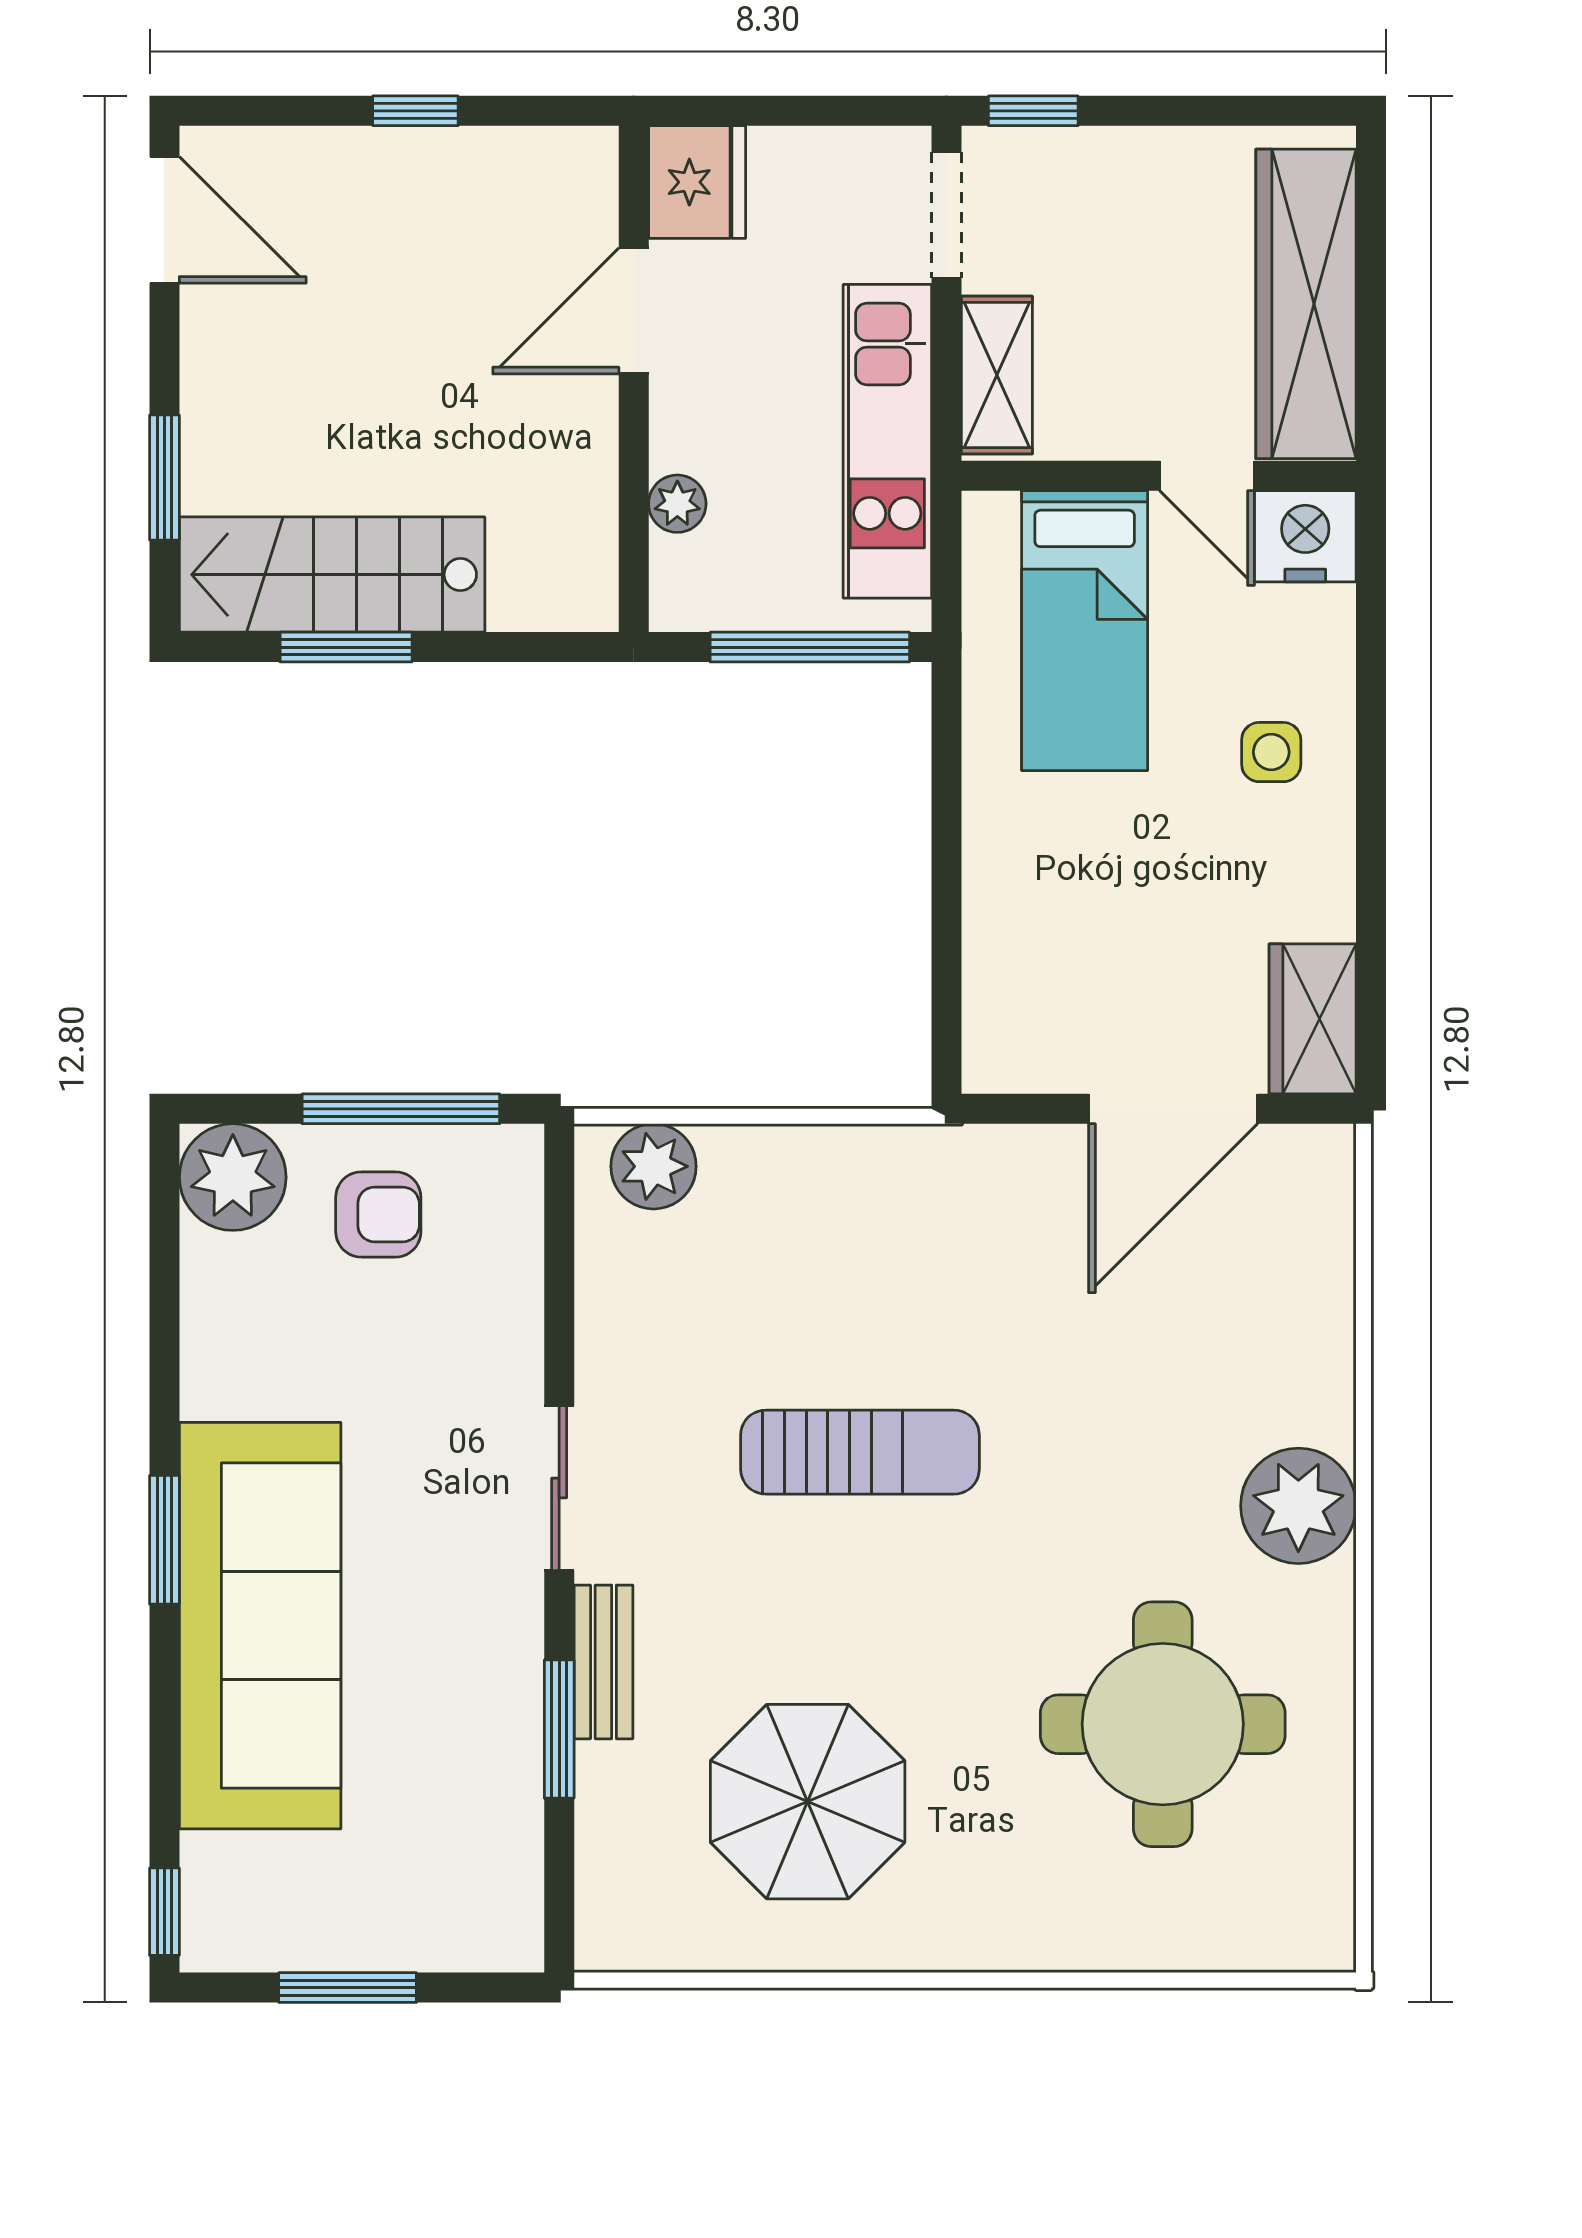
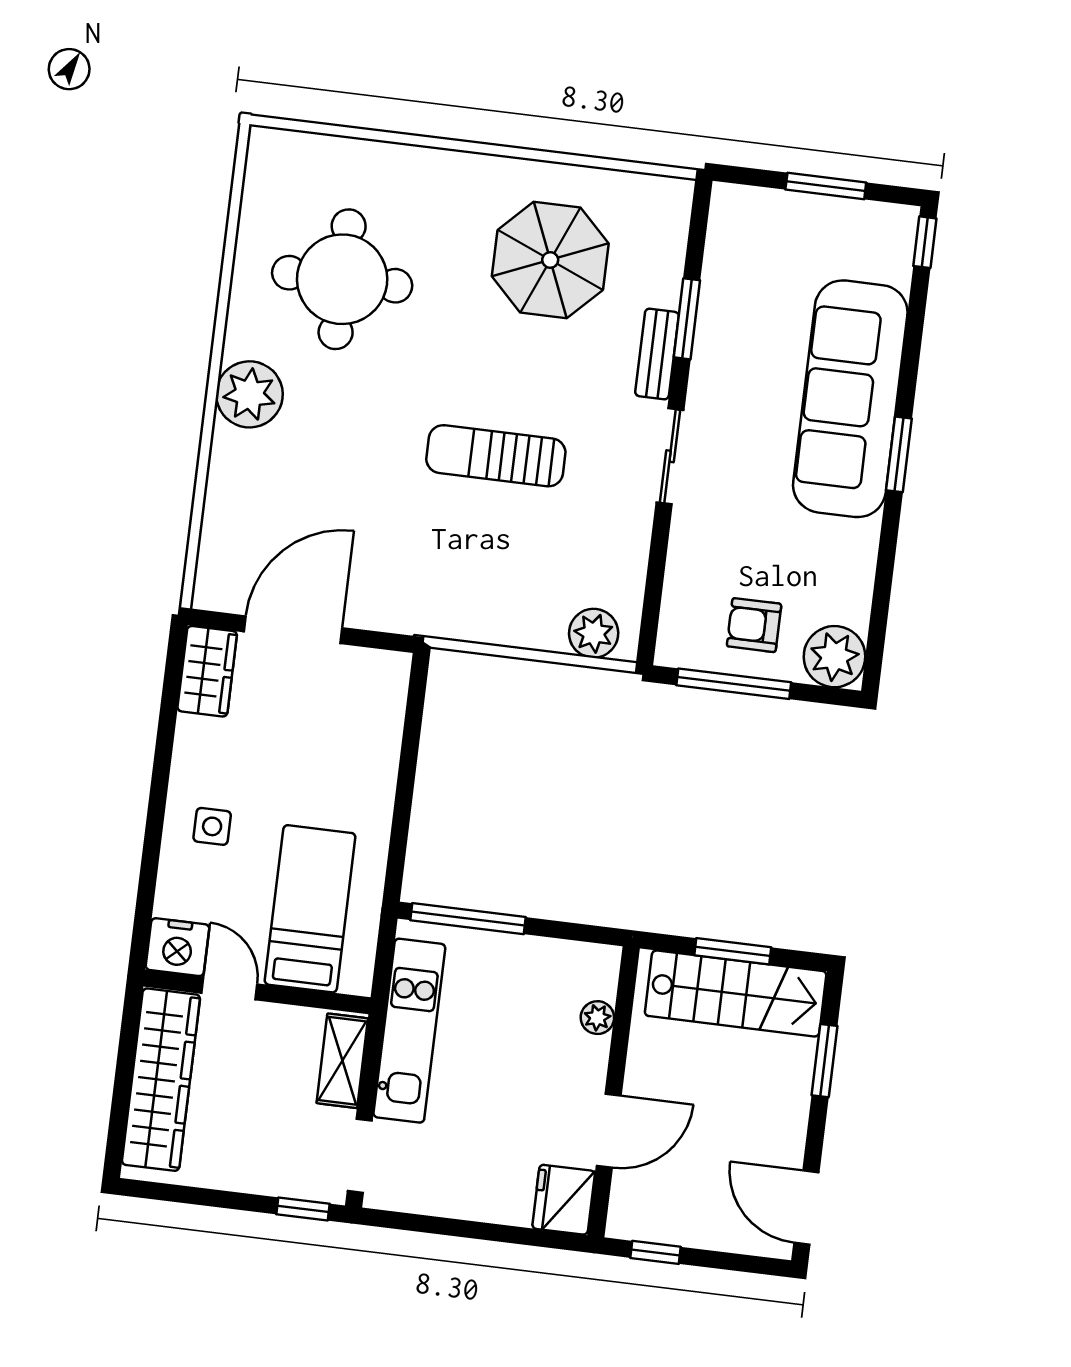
fridge: (697, 182) -> (564, 1200), moved
door: (634, 311) -> (609, 1131), moved
wall: (634, 379) -> (614, 1092), moved
plant: (677, 504) -> (597, 1018), moved

